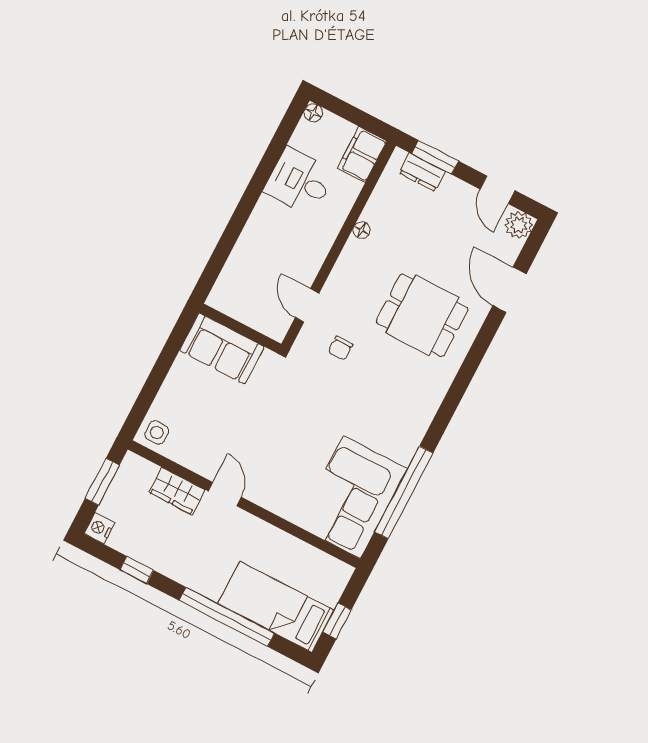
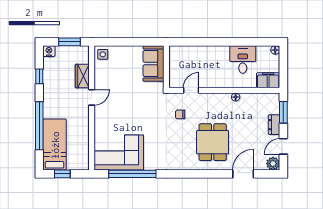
dresser: (422, 172) -> (274, 125), moved

